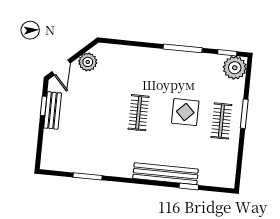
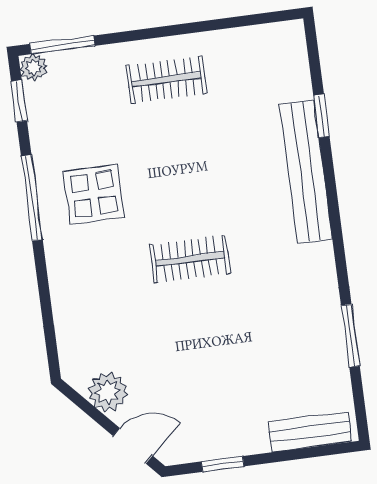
plant: (235, 68) -> (34, 68), width x0.53, depth x0.53
bench: (53, 110) -> (310, 432), moved
display table: (185, 112) -> (94, 194), moved
window: (244, 114) -> (62, 45), moved

